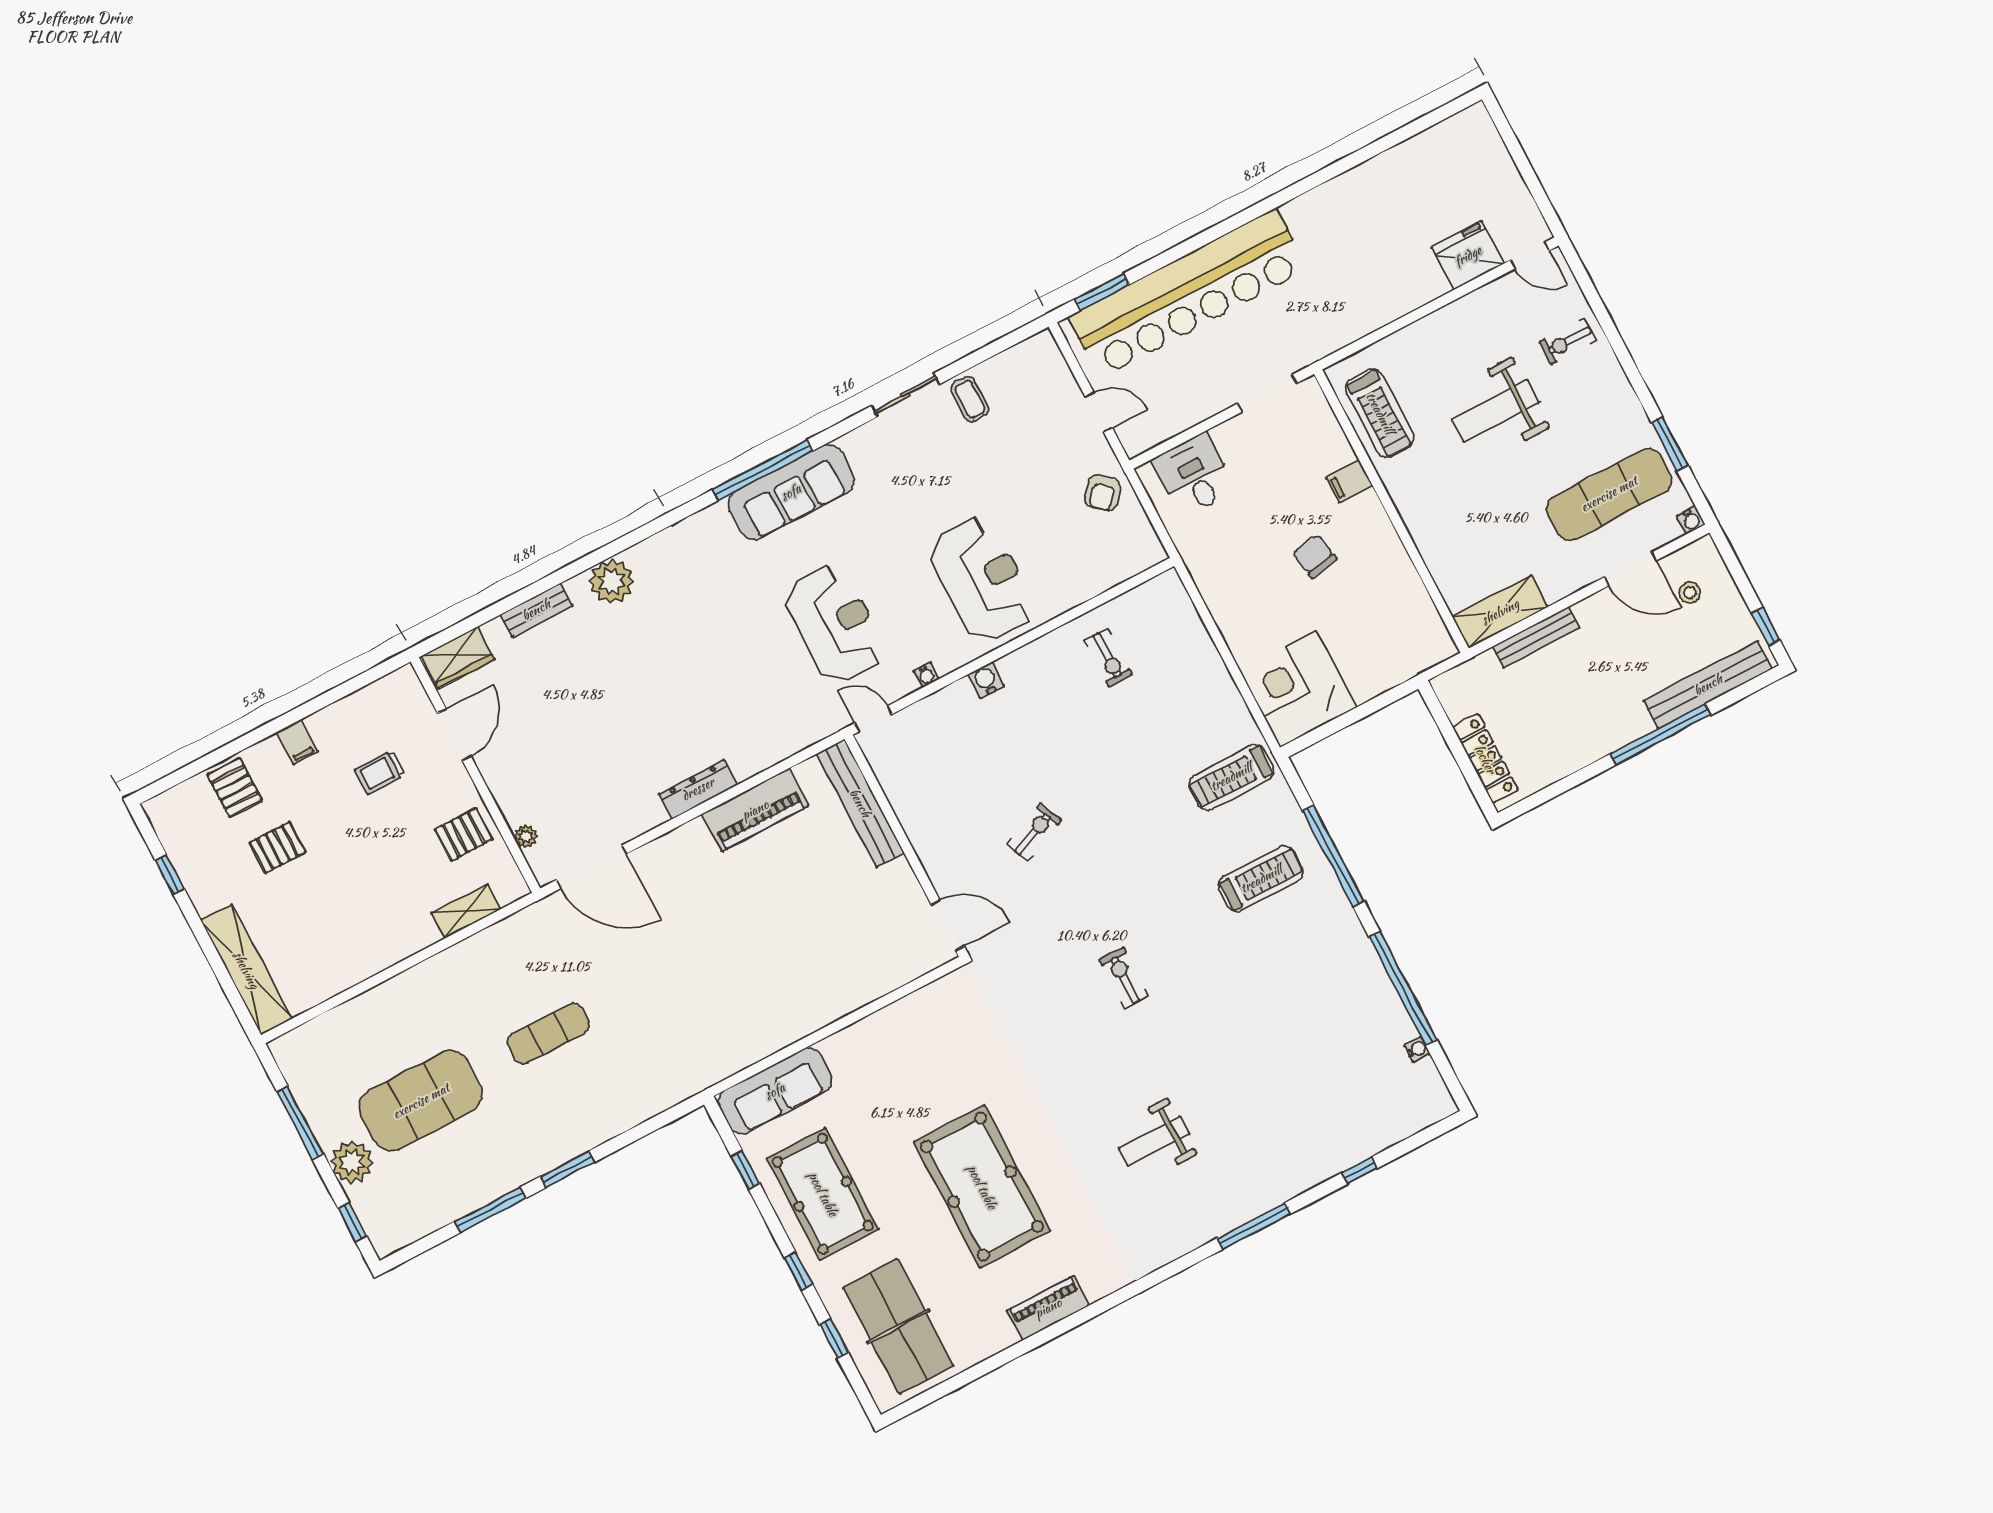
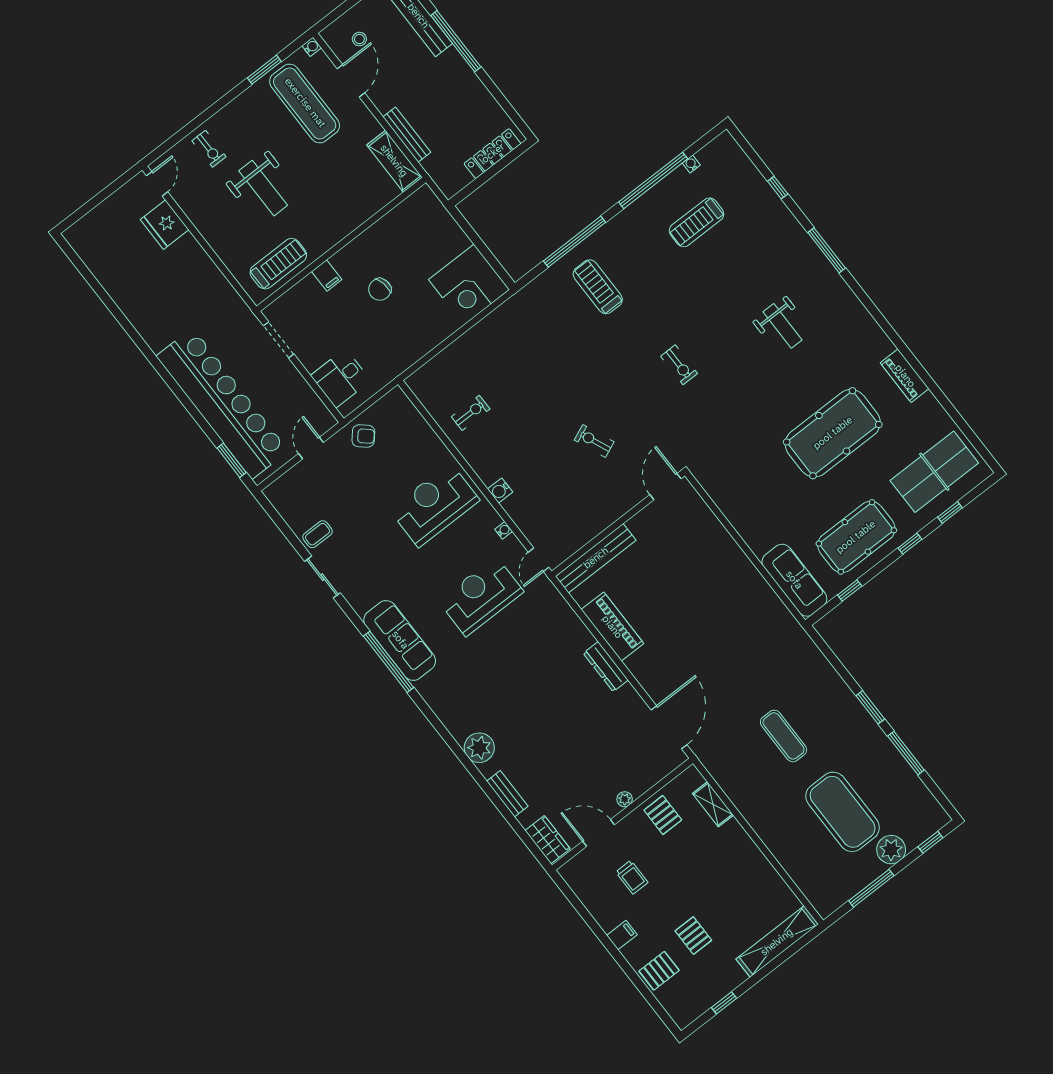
treadmill: (1231, 777) -> (697, 222), moved, turned 90
plant: (526, 836) -> (625, 799), moved
exercise bike: (1124, 978) -> (679, 365), turned -90

